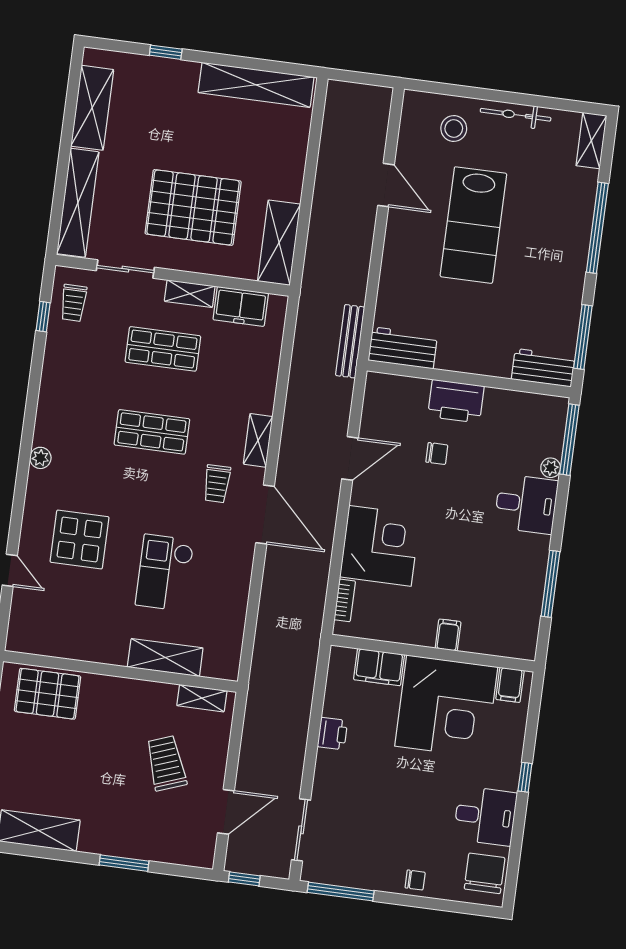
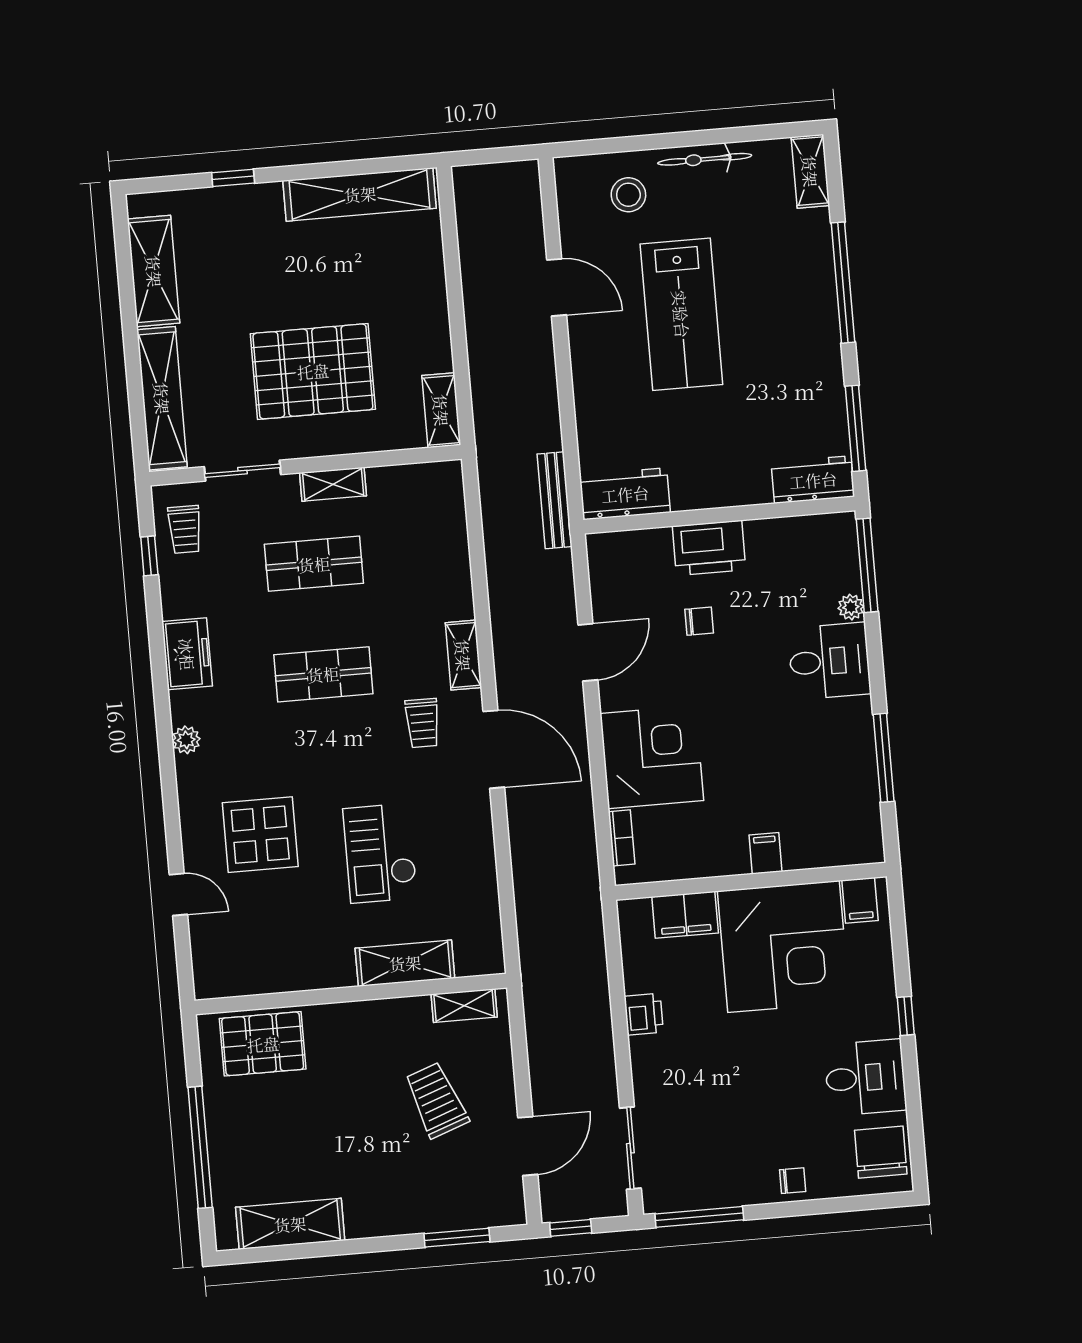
shelving: (279, 243) -> (441, 410), width x0.67, depth x0.75
freezer: (241, 306) -> (187, 654), moved, turned -90
window: (124, 863) -> (457, 1238), moved

